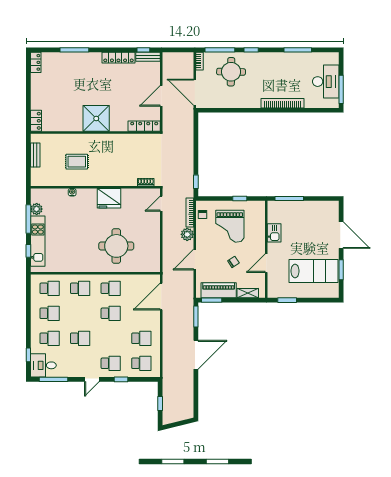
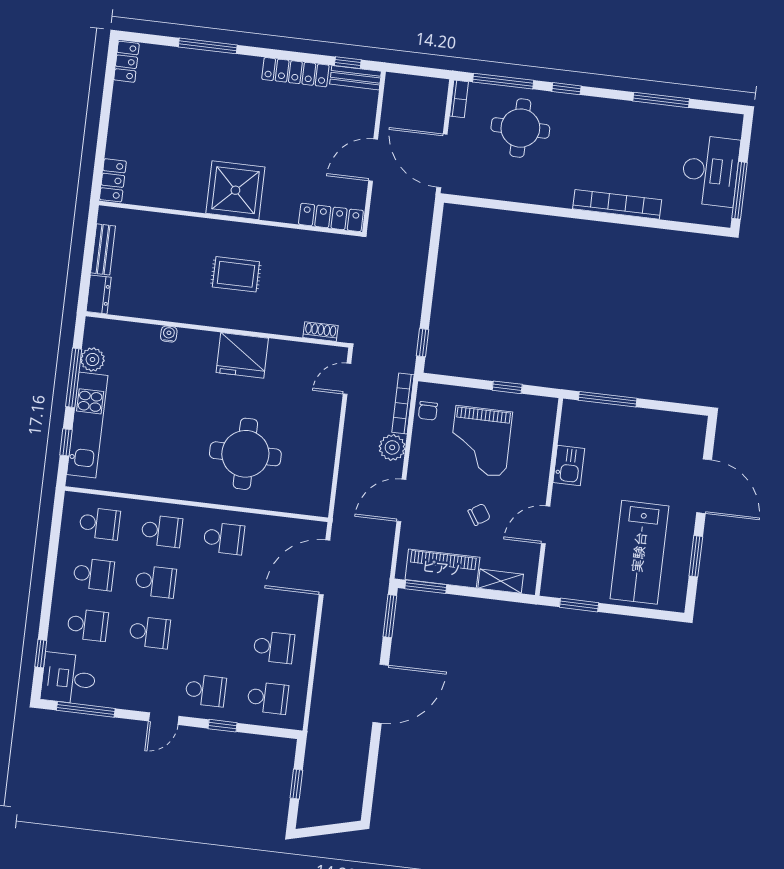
rug: (77, 162) -> (236, 274), moved
dresser: (36, 177) -> (99, 294), added
lab bench: (313, 271) -> (639, 552), turned 90
school desk: (111, 313) -> (156, 582), moved

